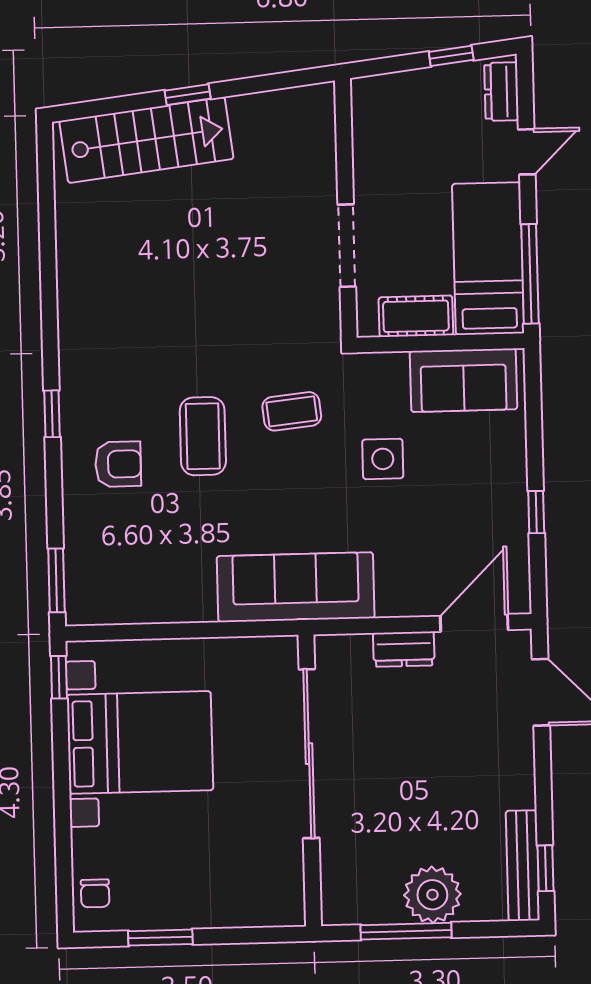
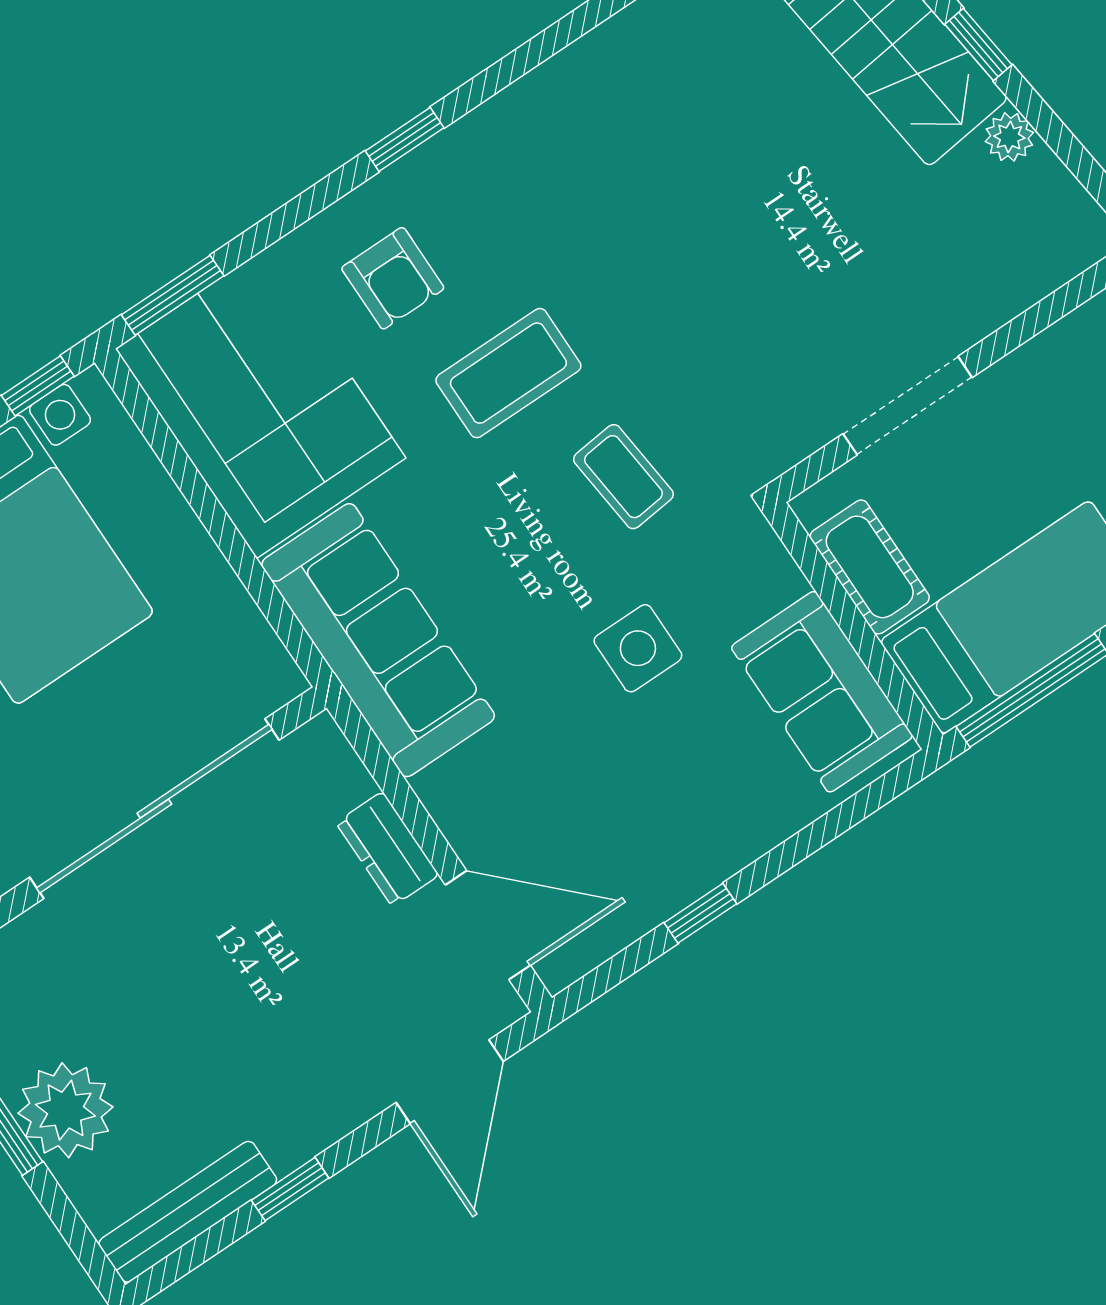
plant: (244, 109) -> (1009, 137), added
corner sofa: (139, 571) -> (261, 403), added
window: (546, 868) -> (290, 1189), moved

